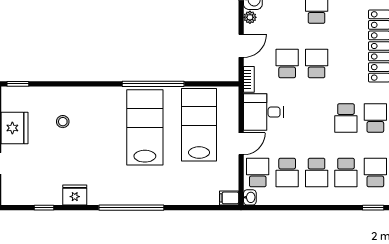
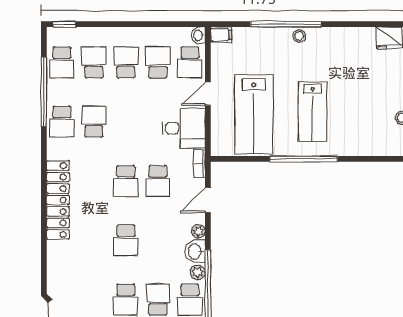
lab bench: (145, 127) -> (313, 111), width x0.73, depth x0.72
stool: (157, 197) -> (299, 36), added
window: (131, 208) -> (286, 24), moved

